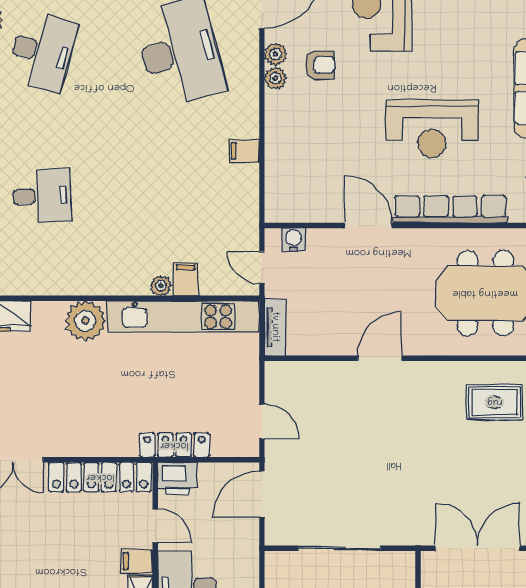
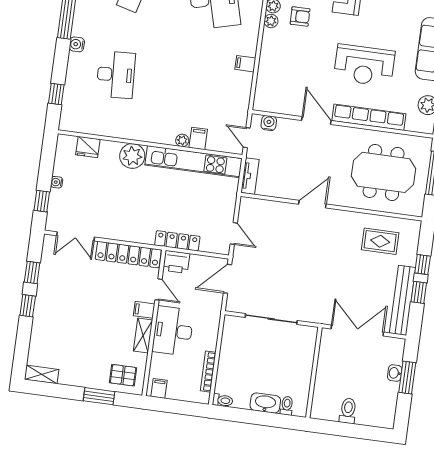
desk: (42, 196) -> (116, 75), width x1.37

